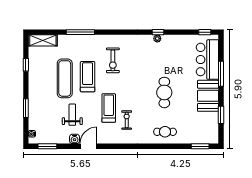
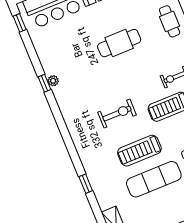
window: (80, 32) -> (86, 184), width x0.46
exercise bike: (113, 60) -> (117, 114), moved

